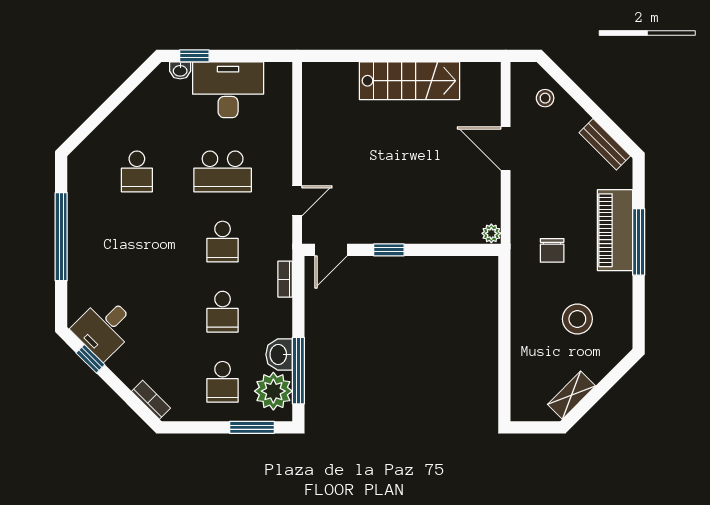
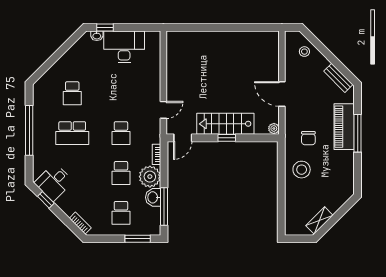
stairs: (410, 81) -> (225, 124), moved, turned 180
door: (506, 149) -> (282, 94), moved
school desk: (223, 171) -> (72, 133), moved
window: (389, 250) -> (227, 138), moved
stool: (577, 319) -> (302, 170), moved
plant: (273, 391) -> (150, 177), moved

